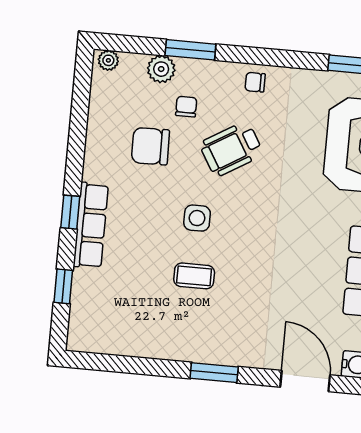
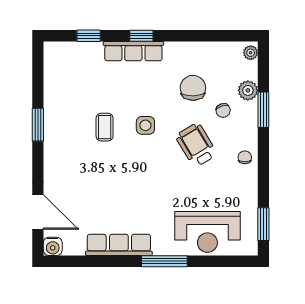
chair: (186, 107) -> (223, 110), turned 73
window: (214, 373) -> (38, 125), moved
door: (305, 381) -> (38, 212), hinge flipped

